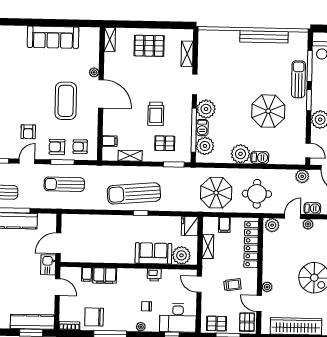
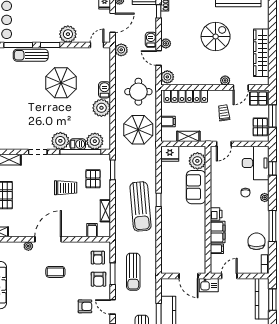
coffee table: (66, 101) -> (55, 272), width x0.54, depth x0.58
printer: (154, 275) -> (216, 214), moved
chair: (94, 317) -> (256, 241), turned 180

